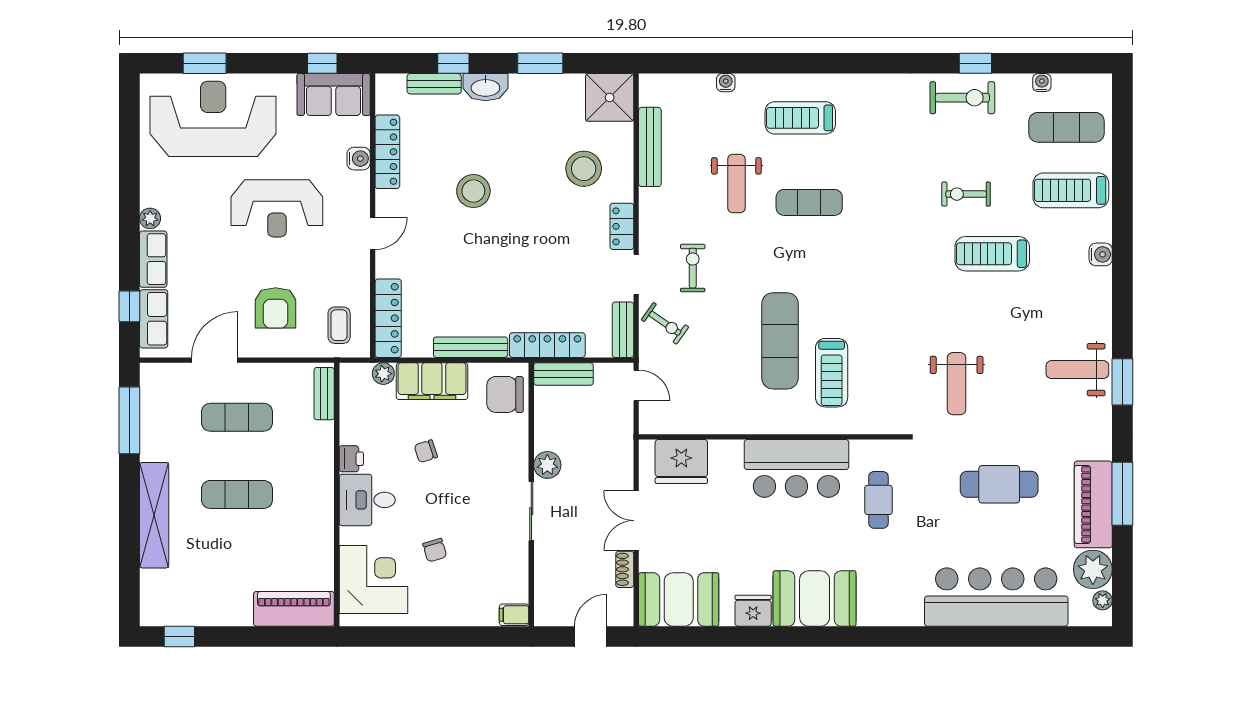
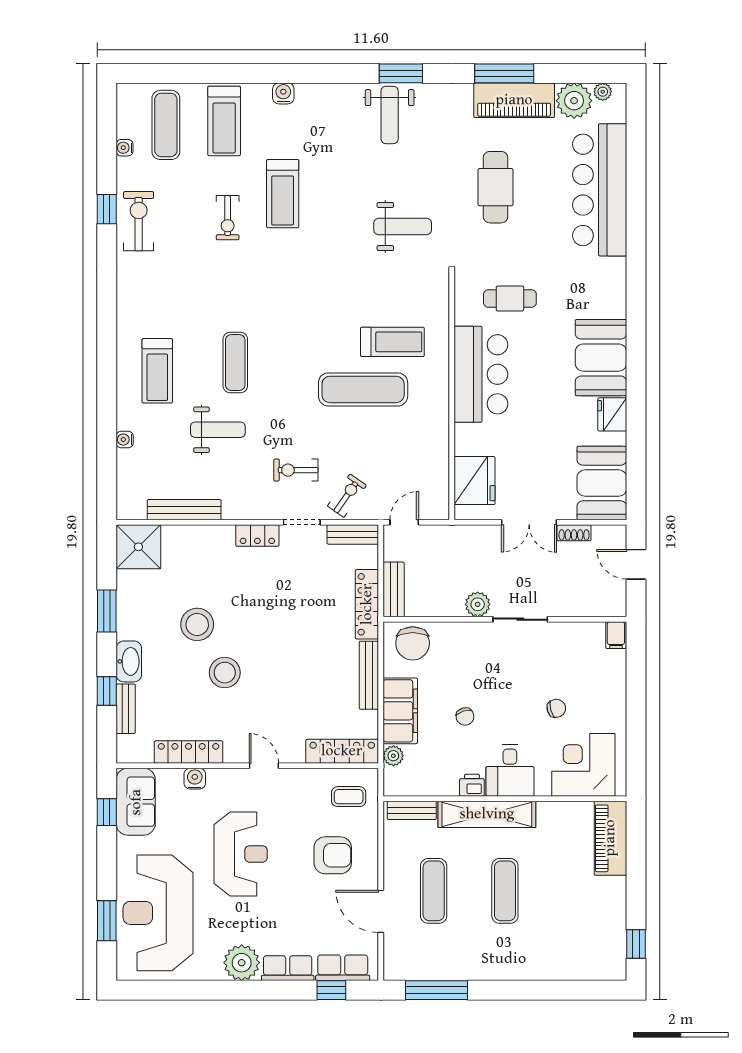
stool: (584, 169) -> (197, 624), moved
plant: (150, 218) -> (242, 963), width x1.88, depth x1.88
shelving: (154, 515) -> (487, 814), moved

